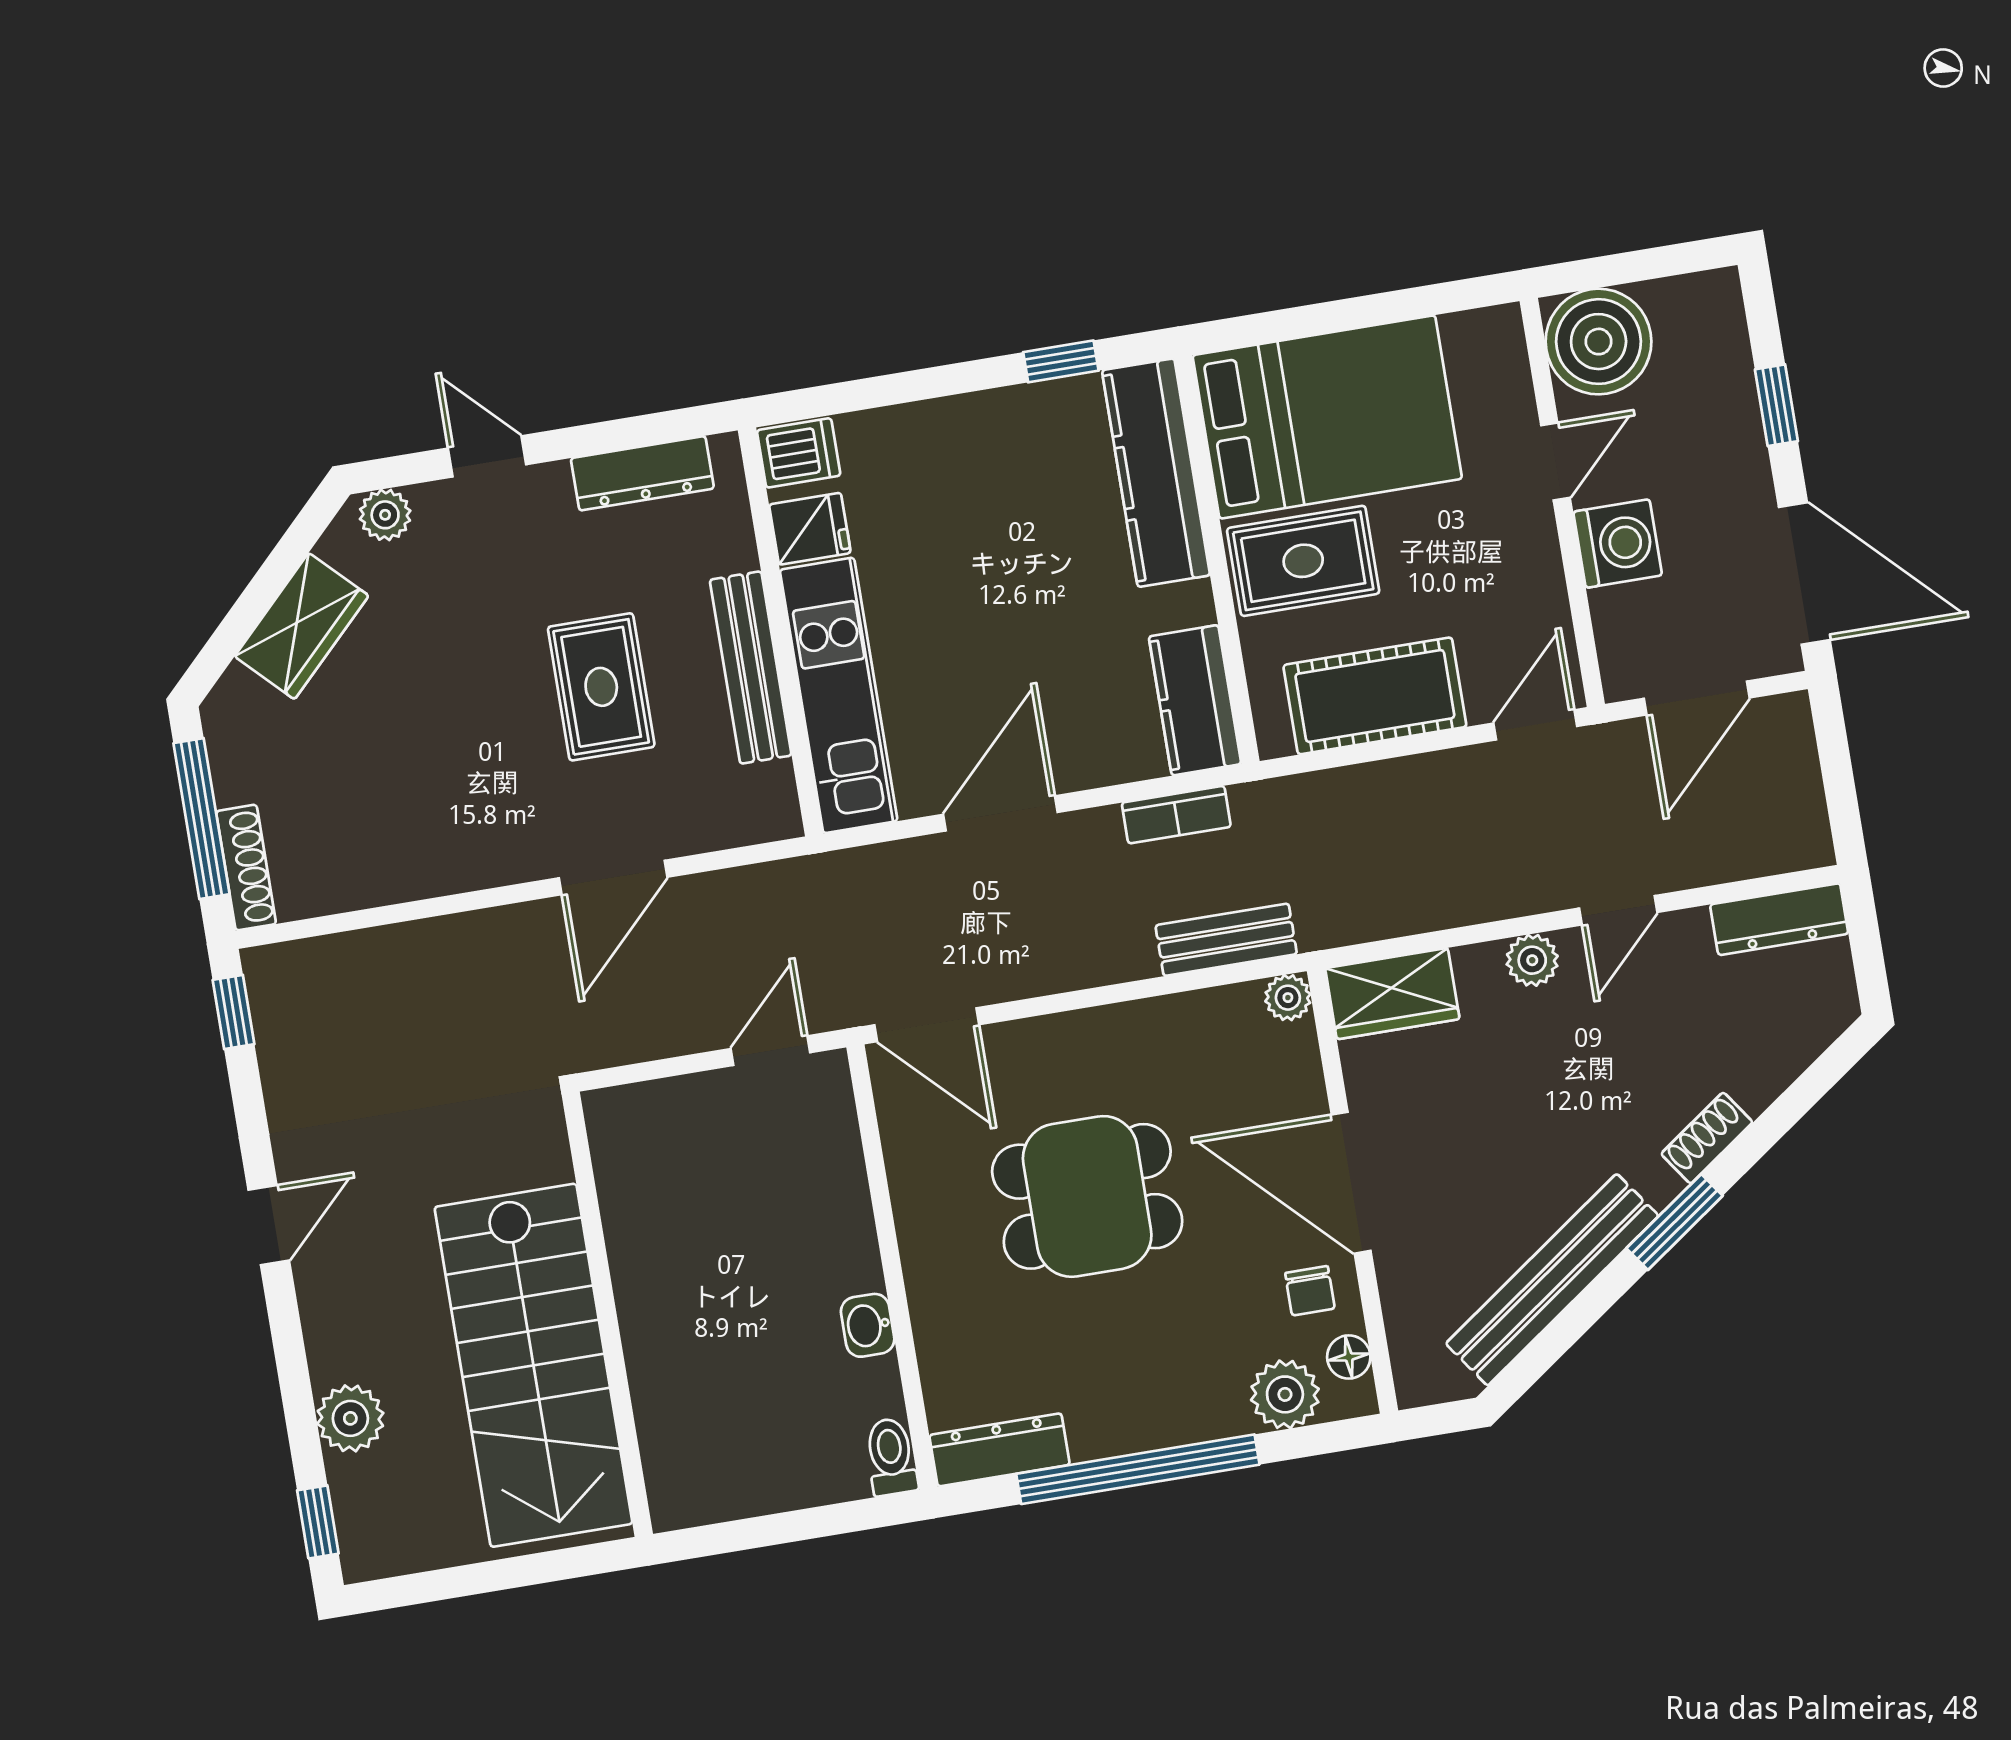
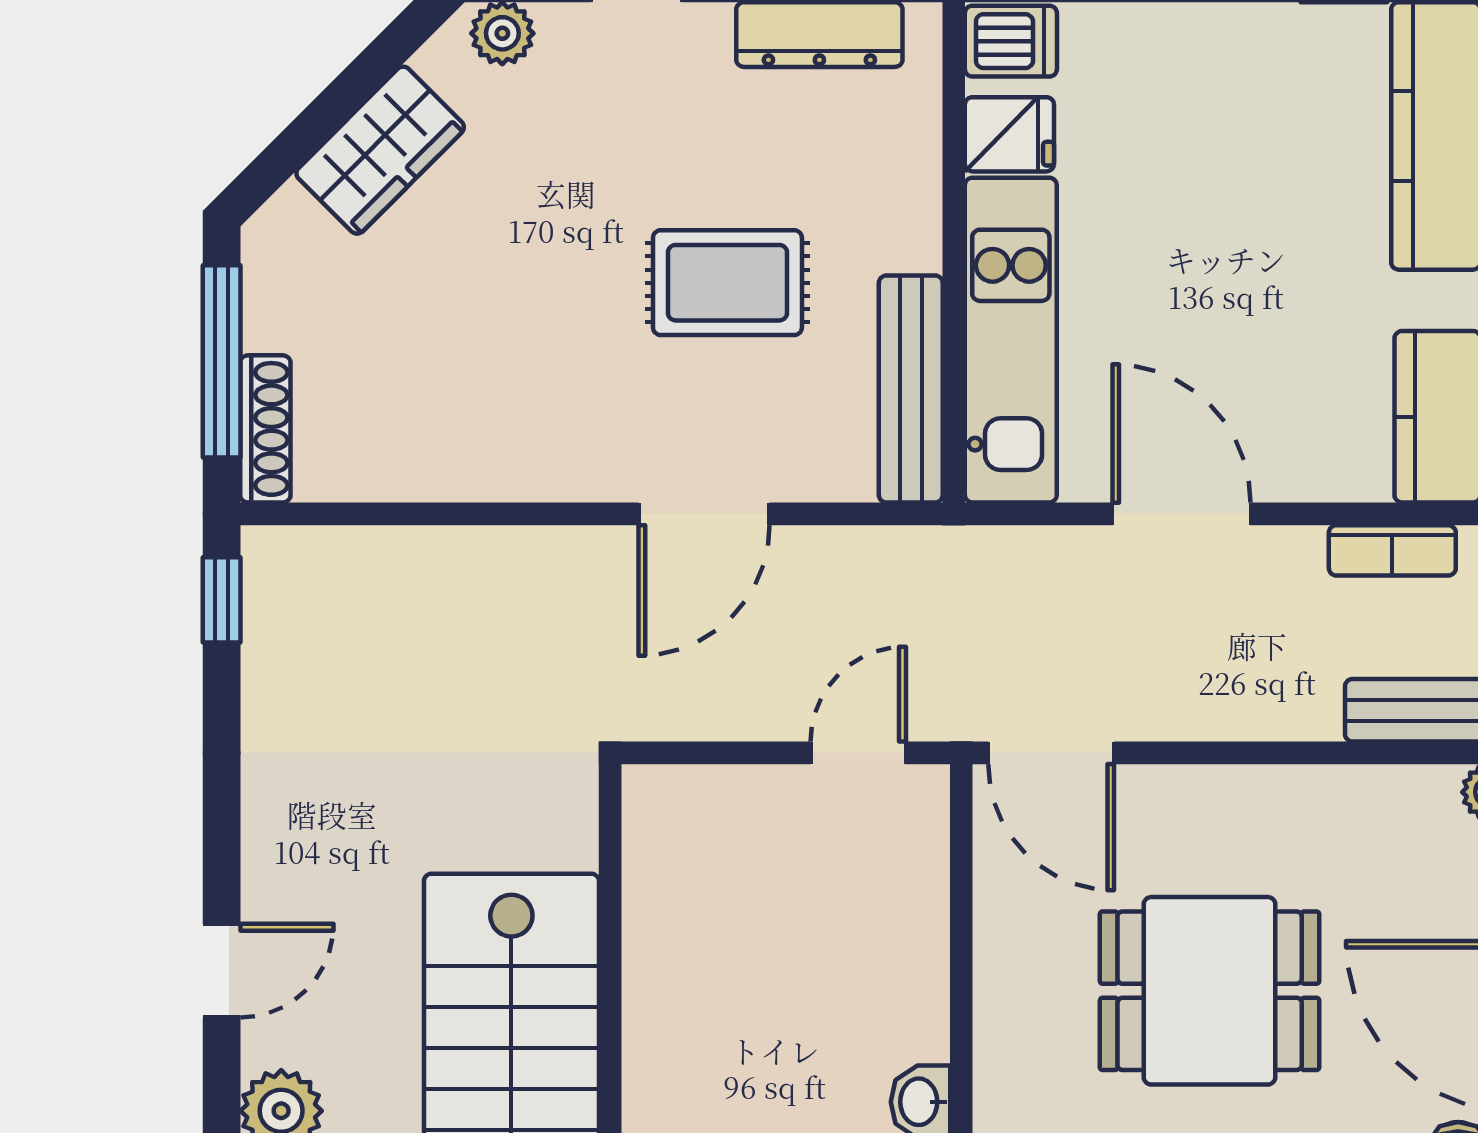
bench: (751, 668) -> (911, 389), moved
rug: (601, 687) -> (727, 283), turned 90
door: (1000, 813) -> (1182, 514), hinge flipped
door: (269, 1225) -> (222, 971), moved

